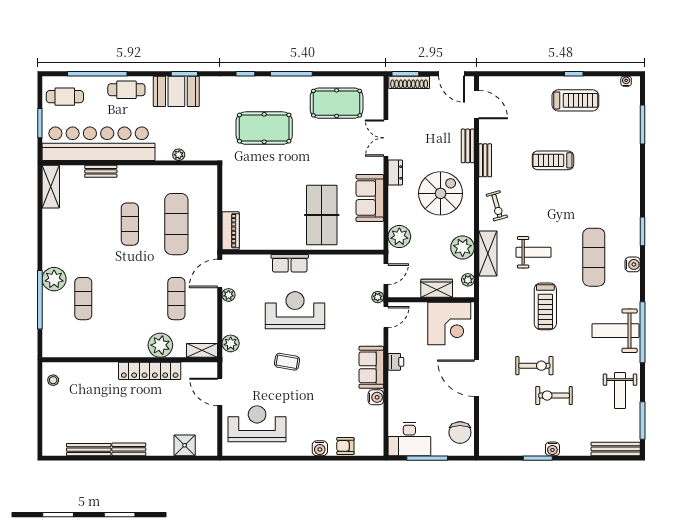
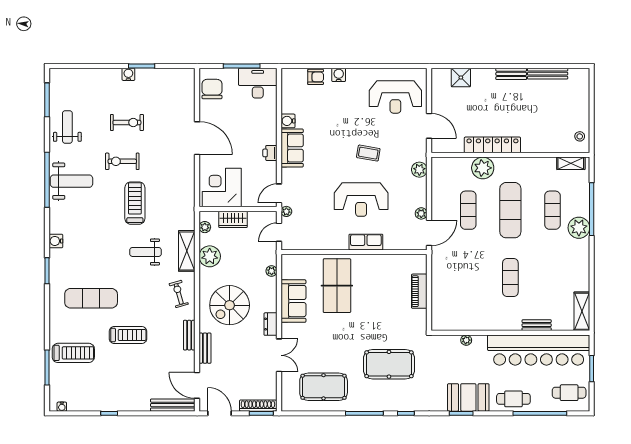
treadmill: (575, 100) -> (73, 353), moved, turned 180
exercise mat: (176, 224) -> (510, 210), moved
piano: (231, 231) -> (419, 291), moved
plant: (399, 237) -> (272, 271), width x0.53, depth x0.53
exercise mat: (594, 257) -> (91, 298), moved, turned 90
shelving: (202, 350) -> (571, 163), moved
exercise bike: (534, 366) -> (122, 161), moved
bench: (616, 449) -> (173, 405), moved

